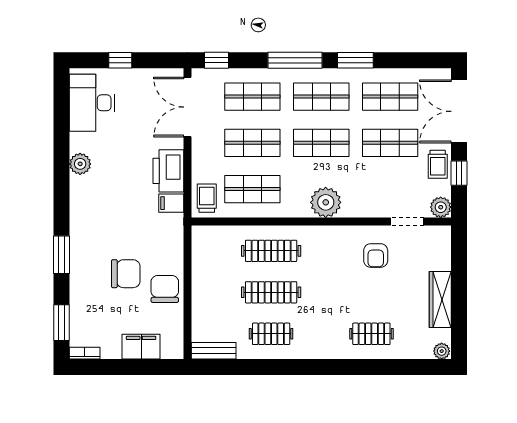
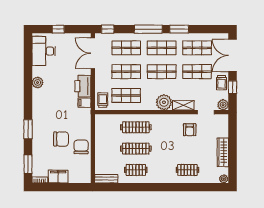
shelving: (363, 208) -> (183, 105), added
filing cabinet: (141, 347) -> (58, 177), moved

